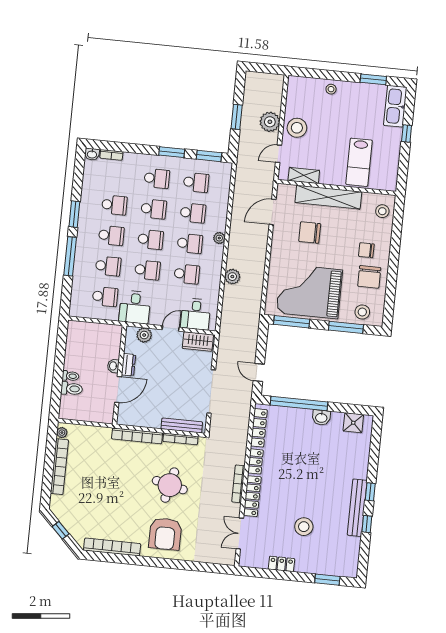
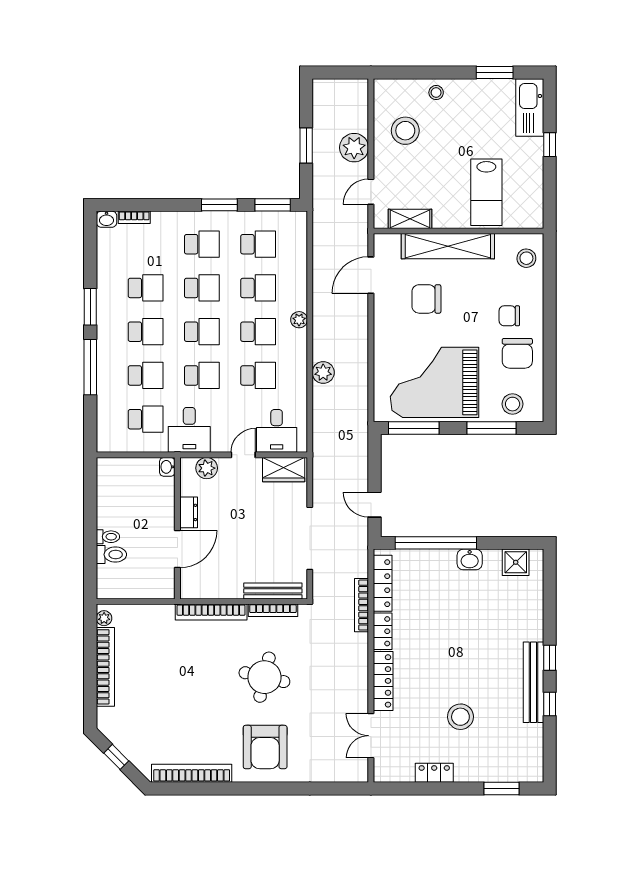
stool: (297, 128) -> (405, 131), moved
washbasin: (113, 366) -> (167, 467), moved
bookcase: (238, 484) -> (362, 605), moved

